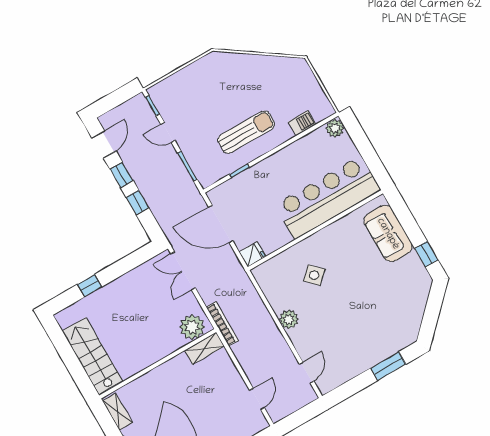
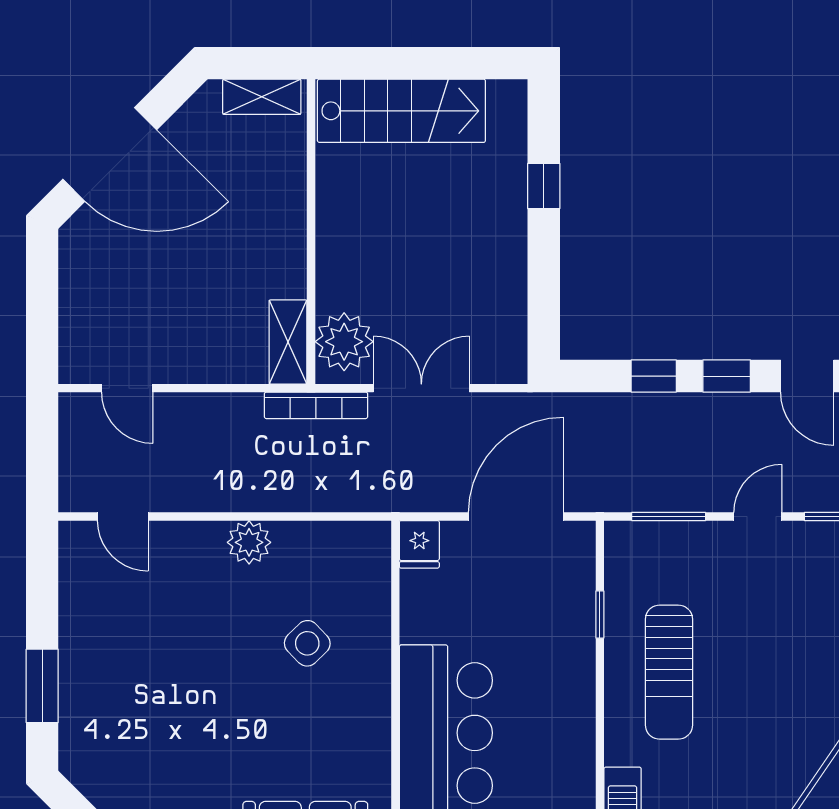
double door: (183, 271) -> (421, 388), moved

